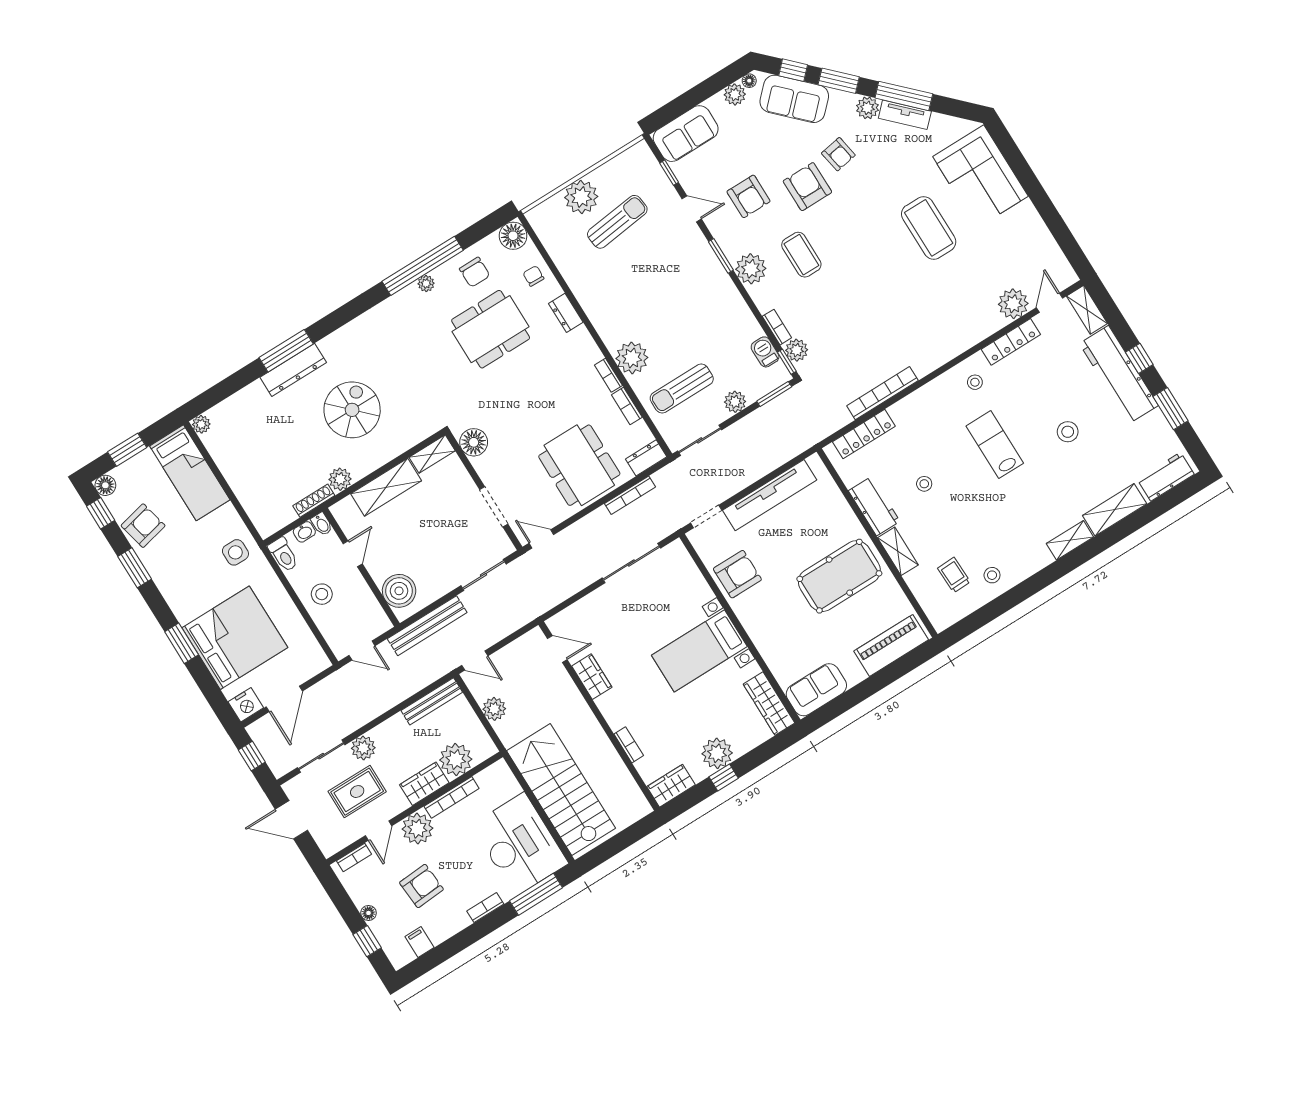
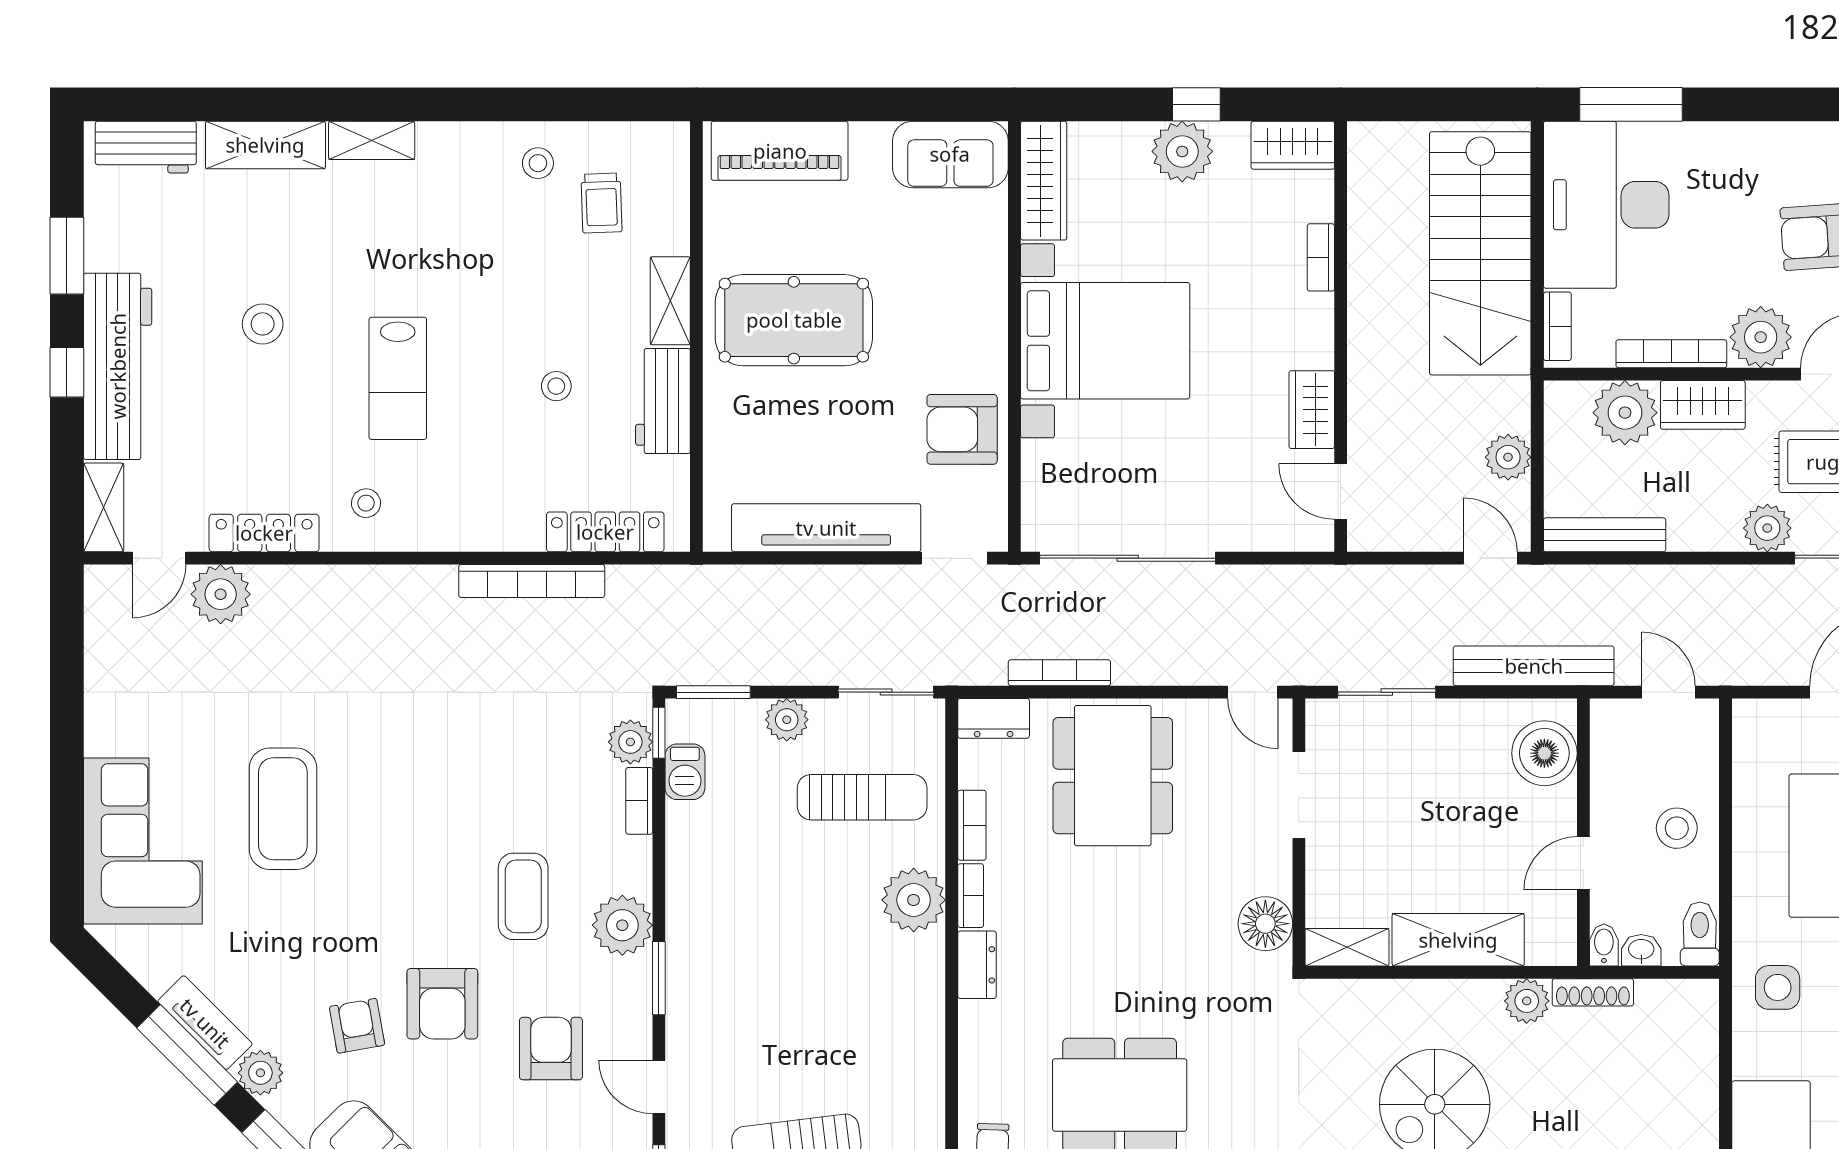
dresser: (566, 313) -> (977, 965), moved
sliding door: (631, 563) -> (1128, 558), width x1.36
bed with nightstands: (699, 651) -> (1105, 341), width x1.36
bookcase: (485, 908) -> (1557, 326), moved, turned -90

